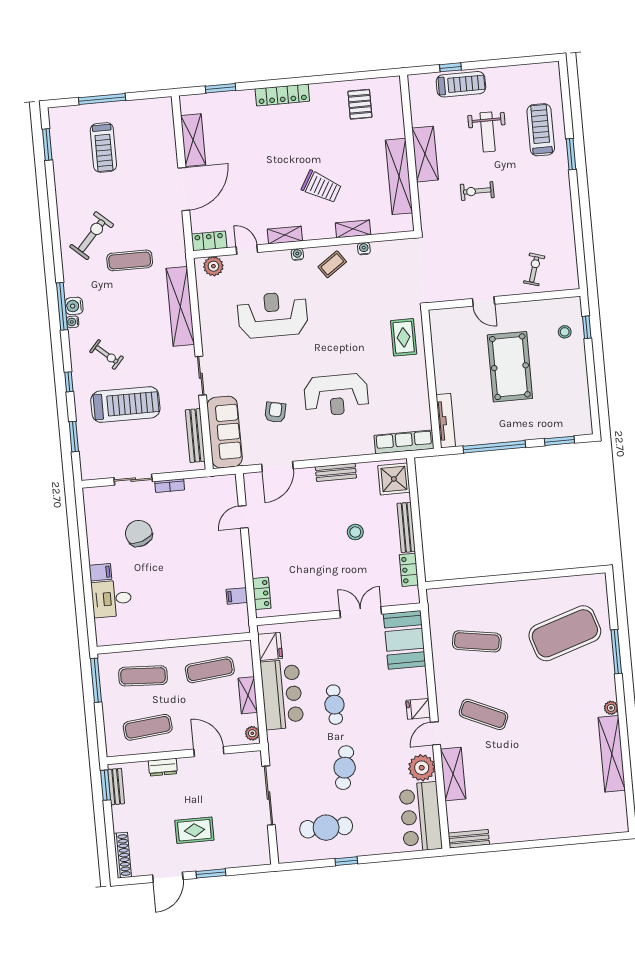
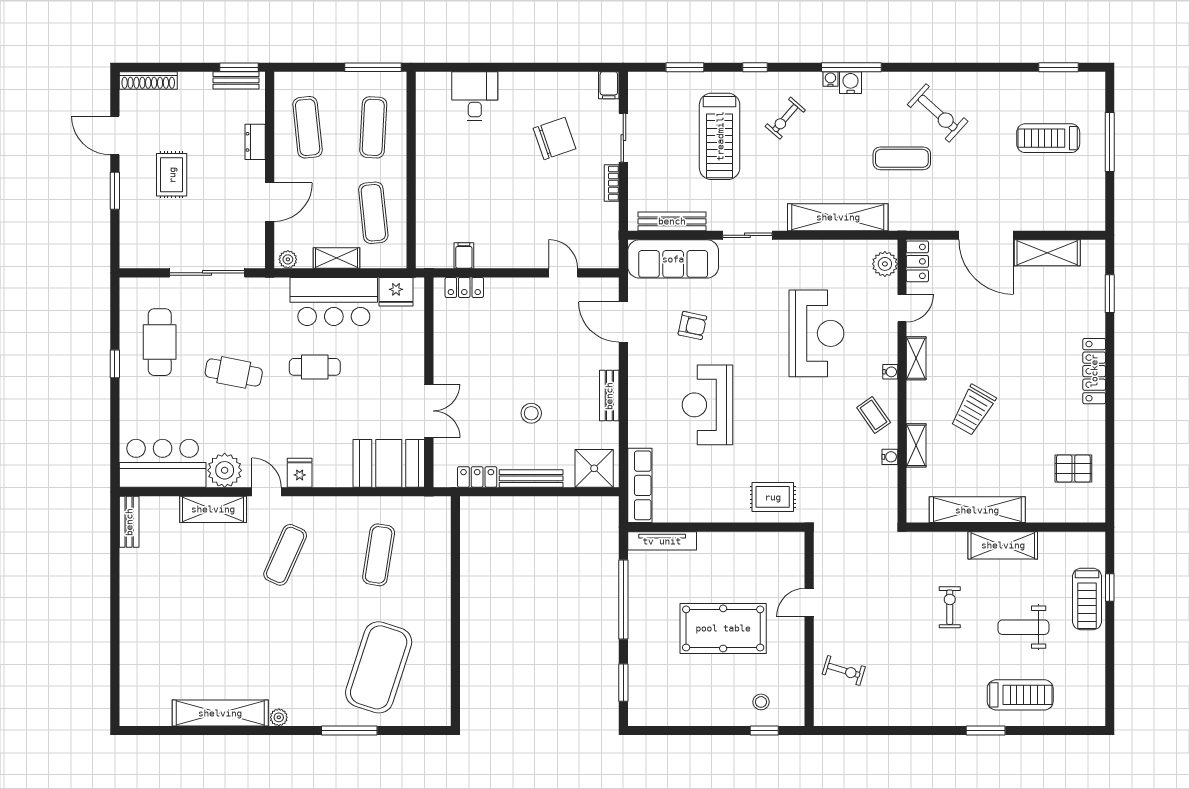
exercise mat: (130, 260) -> (902, 158), turned 90
filing cabinet: (100, 572) -> (609, 85), moved
exercise mat: (565, 633) -> (379, 667), turned 36

